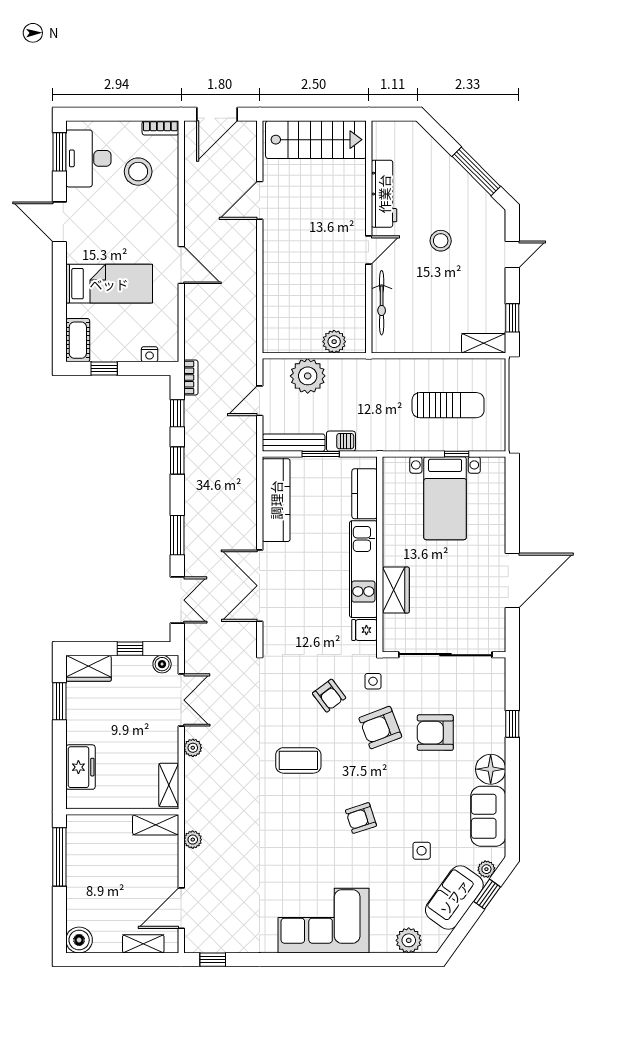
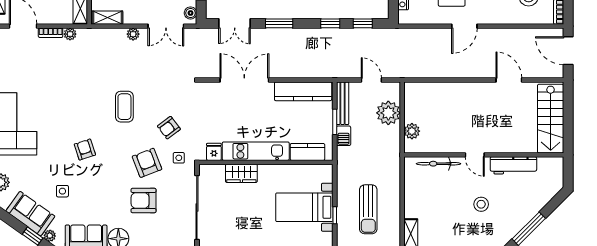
bookcase: (191, 378) -> (51, 33), moved
armchair: (435, 733) -> (144, 201), turned -90

